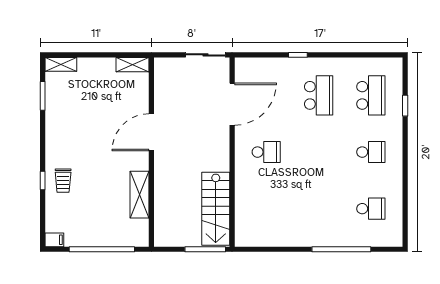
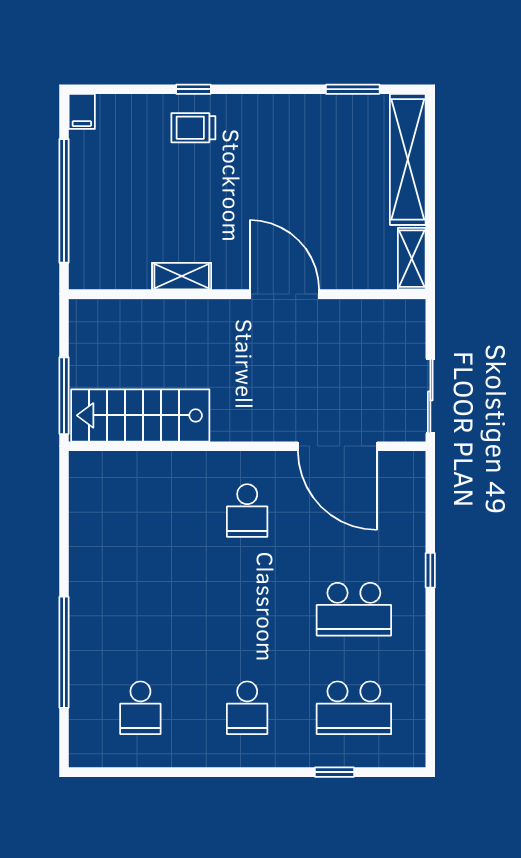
shelving: (61, 64) -> (408, 159), width x2.20, depth x1.33
shelving: (139, 195) -> (182, 276), width x0.67, depth x0.75

